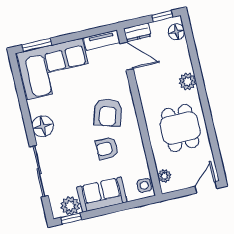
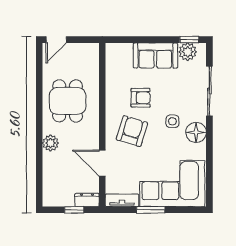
window: (162, 16) -> (74, 210), moved
floor lamp: (176, 32) -> (50, 192), removed
window: (37, 45) -> (151, 210), moved
door: (127, 56) -> (102, 163), moved
plant: (164, 176) -> (93, 59), removed
side table: (144, 185) -> (172, 121), moved

